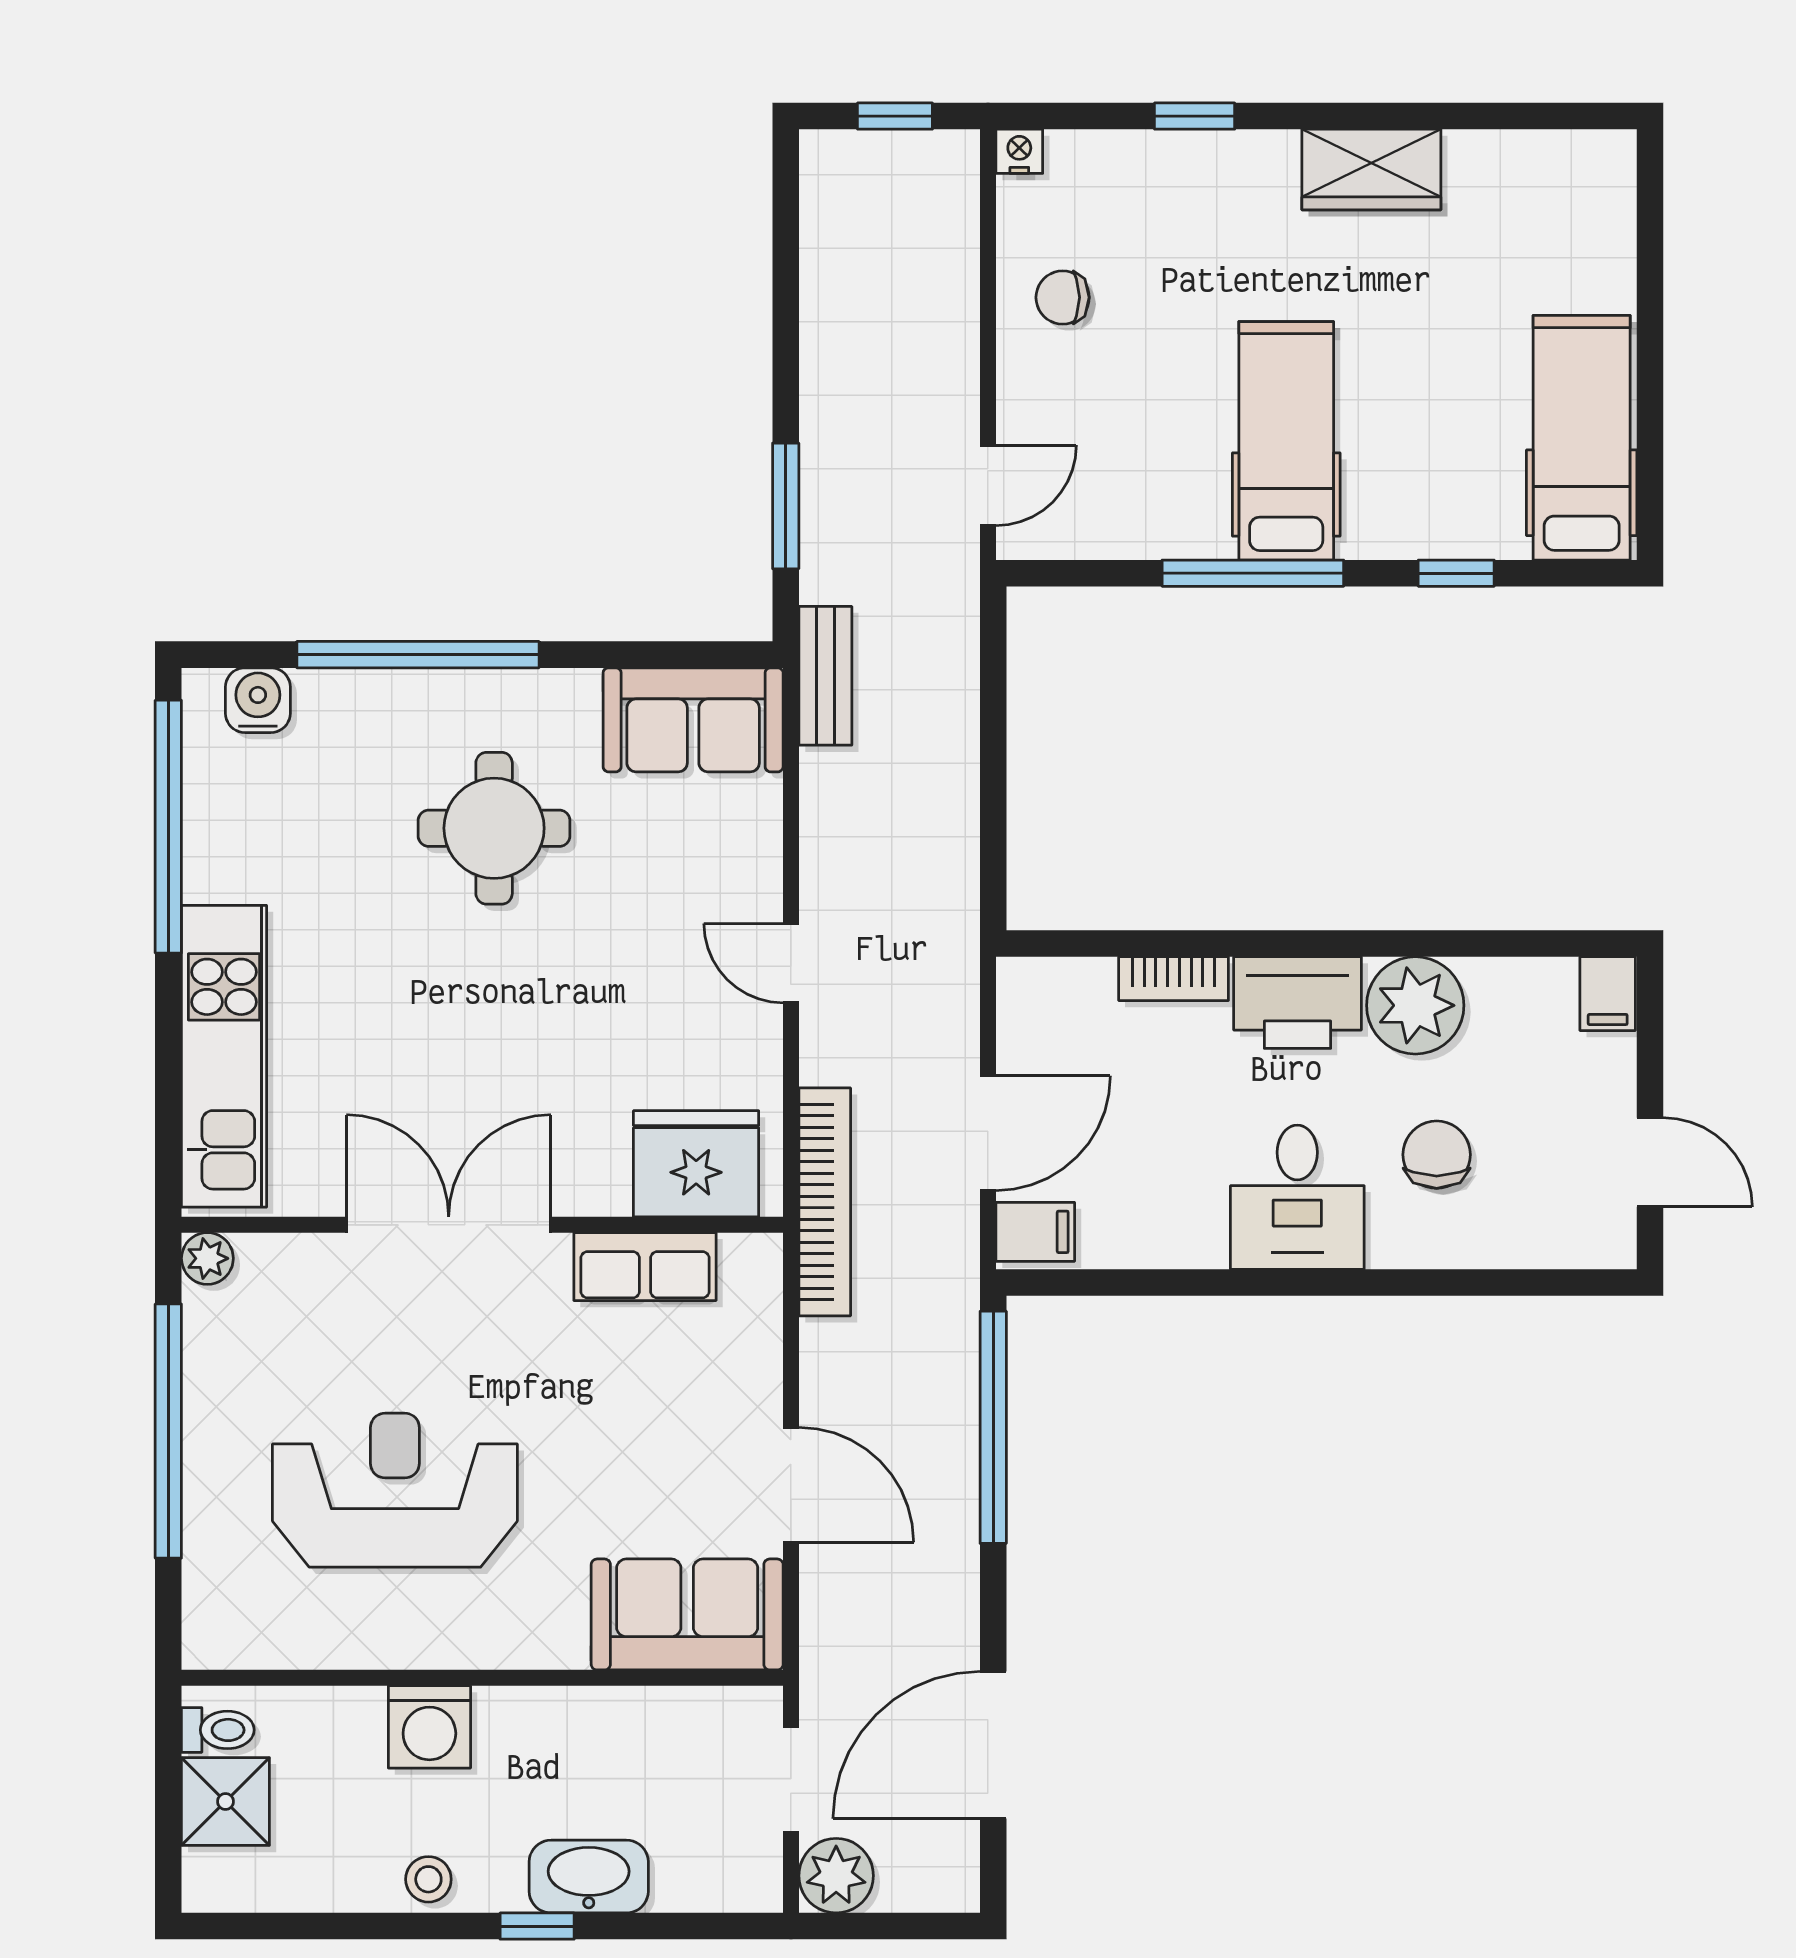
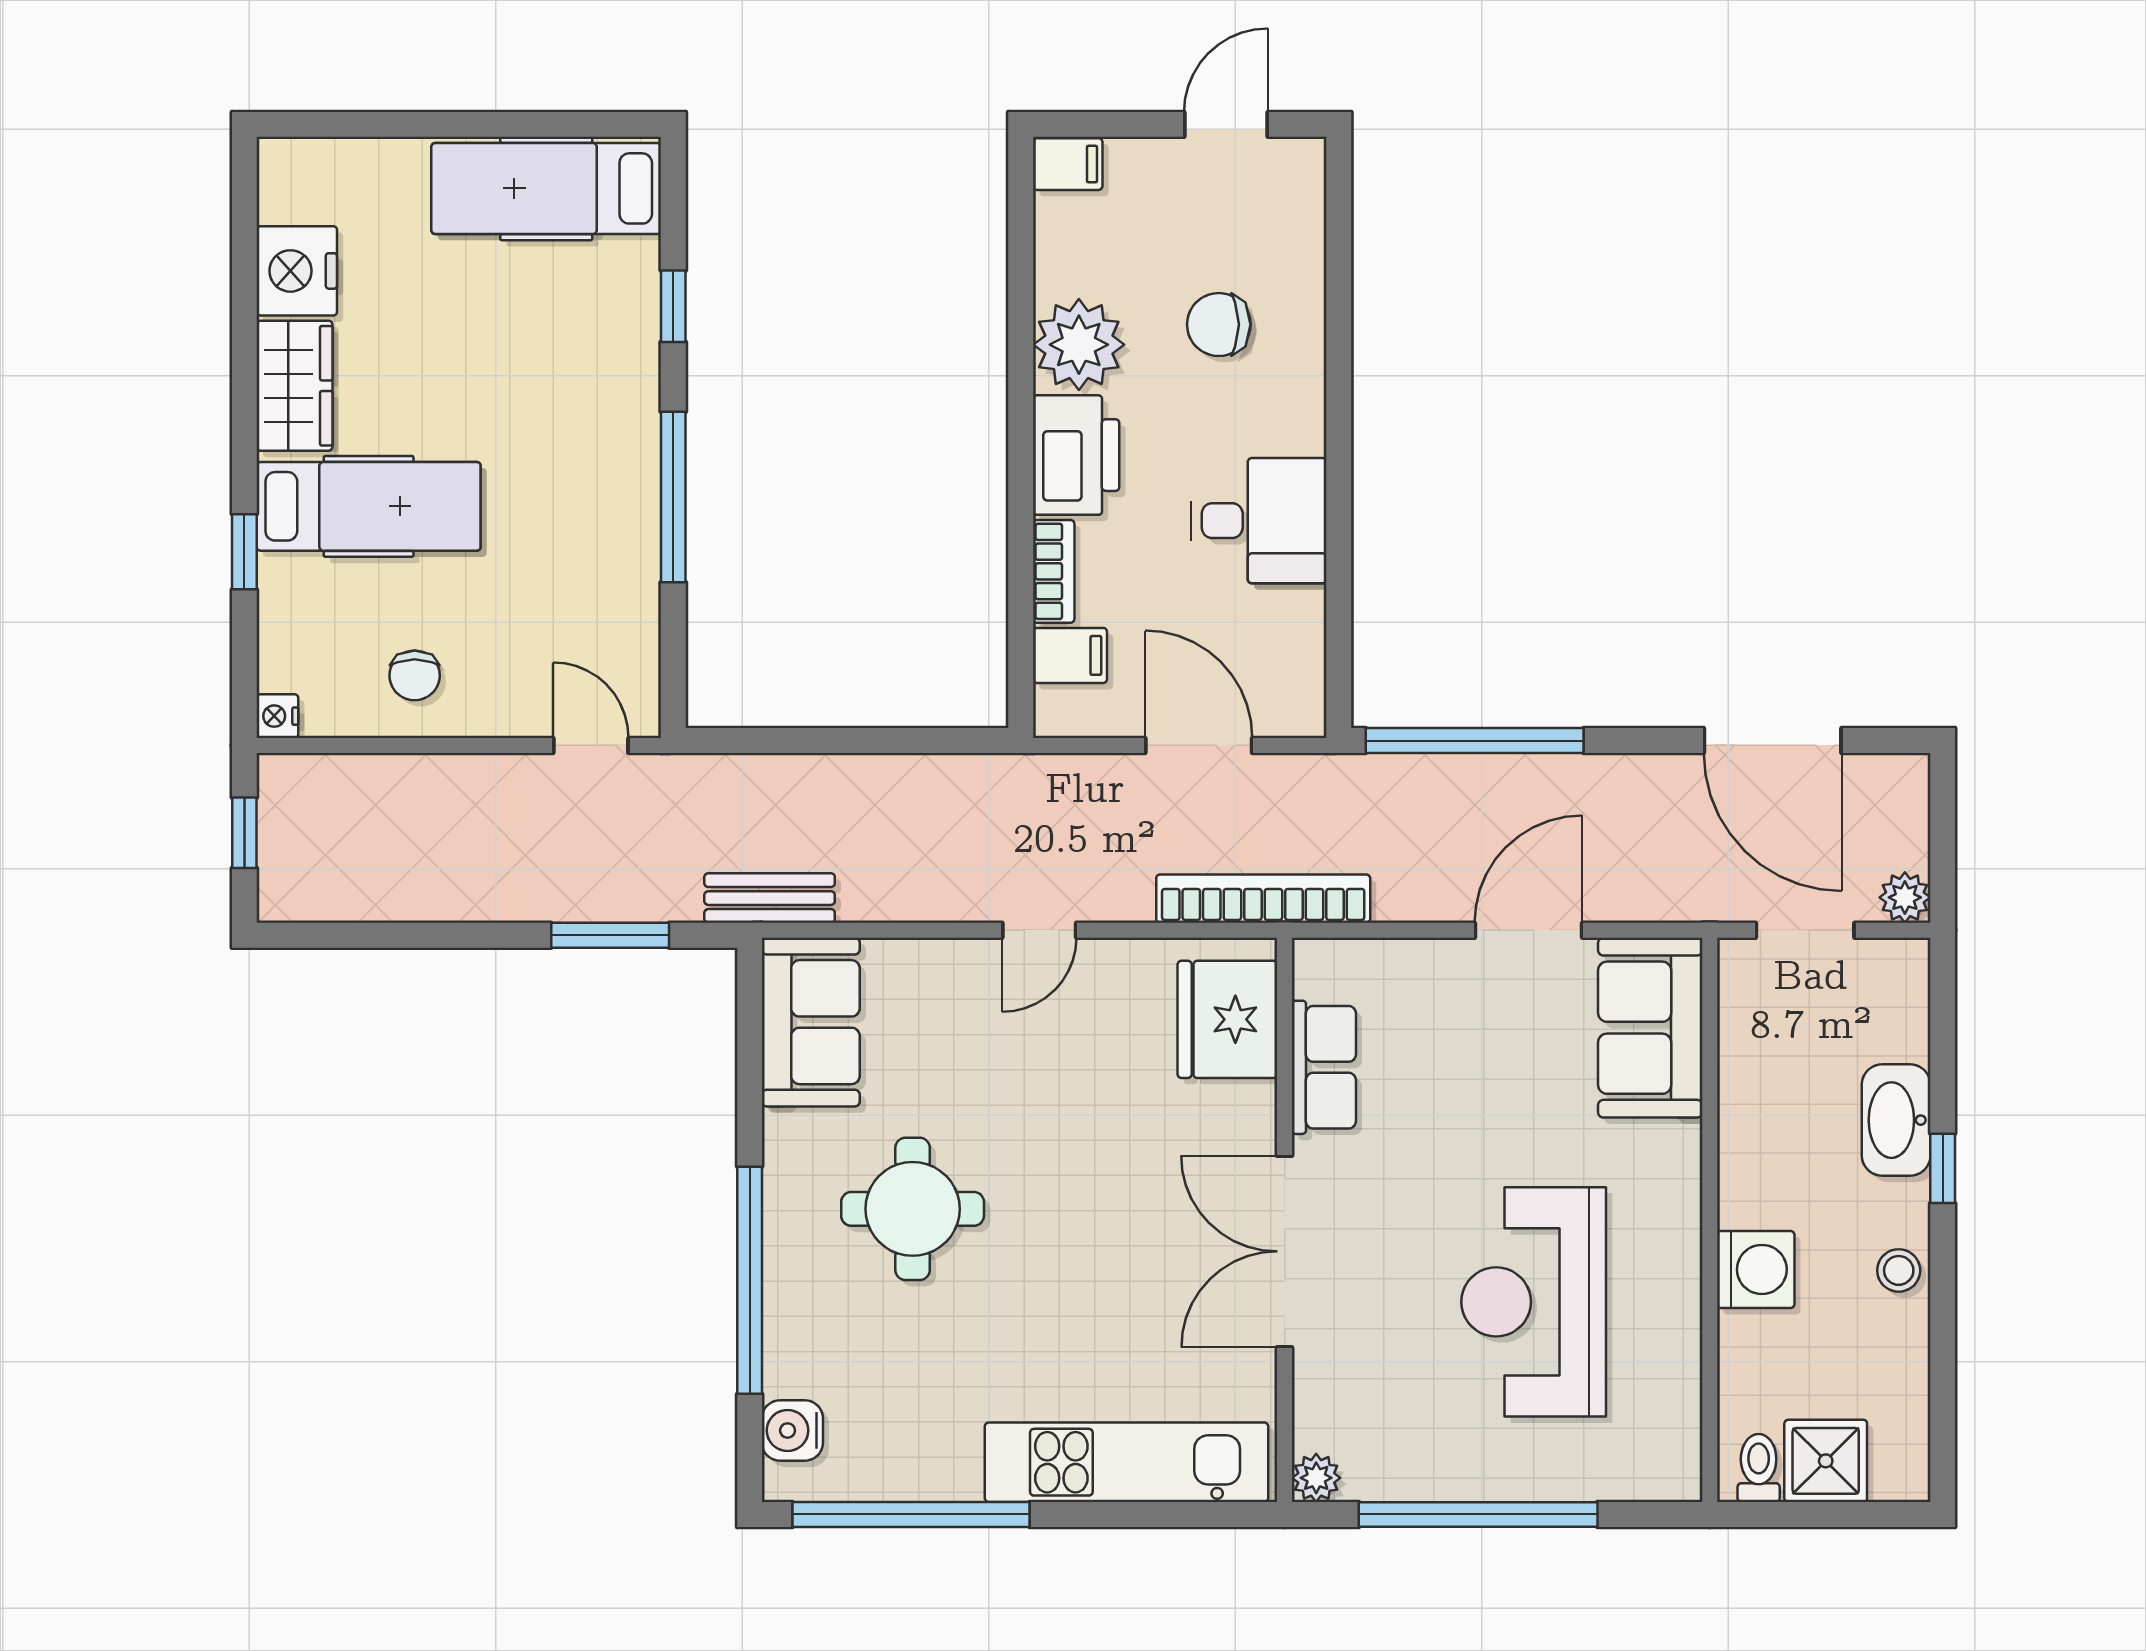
nightstand: (1494, 172) -> (297, 271), added
hospital bed: (1286, 441) -> (369, 506), moved, turned 180
desk: (1297, 1197) -> (1259, 521), moved
filing cabinet: (1035, 1232) -> (1070, 655), moved, turned 90
plant: (836, 1876) -> (1905, 897), width x0.73, depth x0.73

